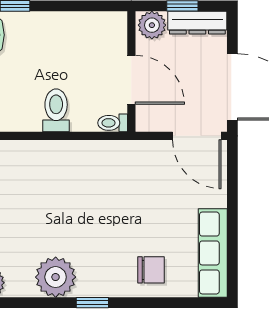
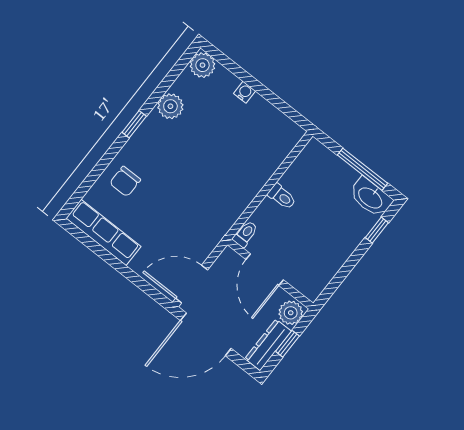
door: (131, 80) -> (265, 270), hinge flipped
toilet: (56, 110) -> (282, 197), width x0.73, depth x0.72
plant: (56, 277) -> (170, 106), width x0.73, depth x0.73

